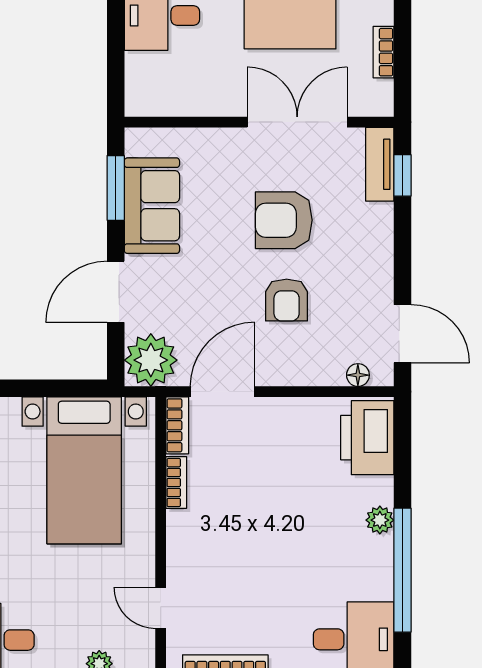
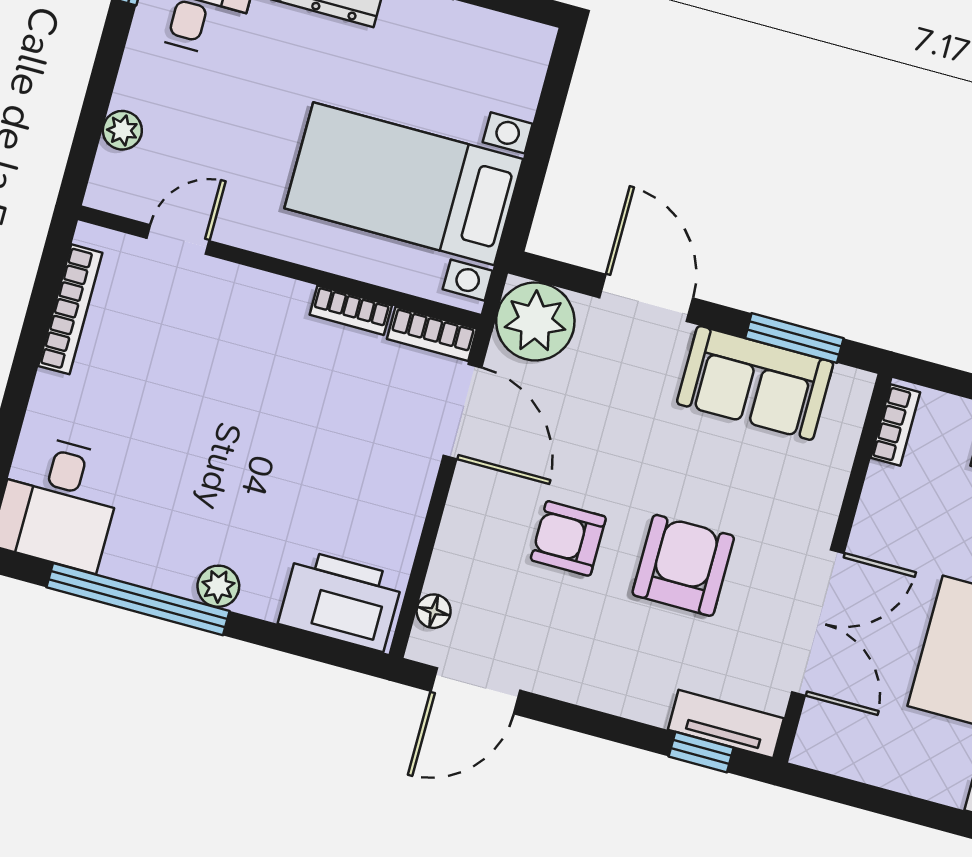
bookcase: (384, 52) -> (895, 425), moved, turned 90

